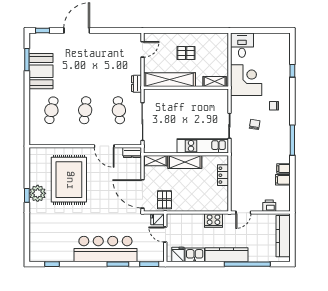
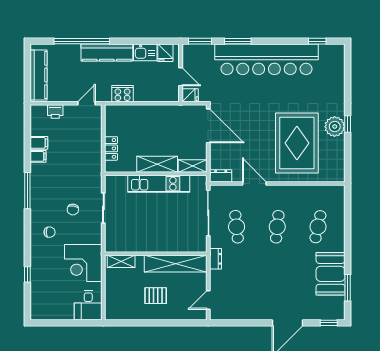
kitchen unit: (203, 146) -> (159, 184), moved
pallet: (164, 200) -> (182, 119), removed
bar counter: (105, 249) -> (266, 59), width x1.36

